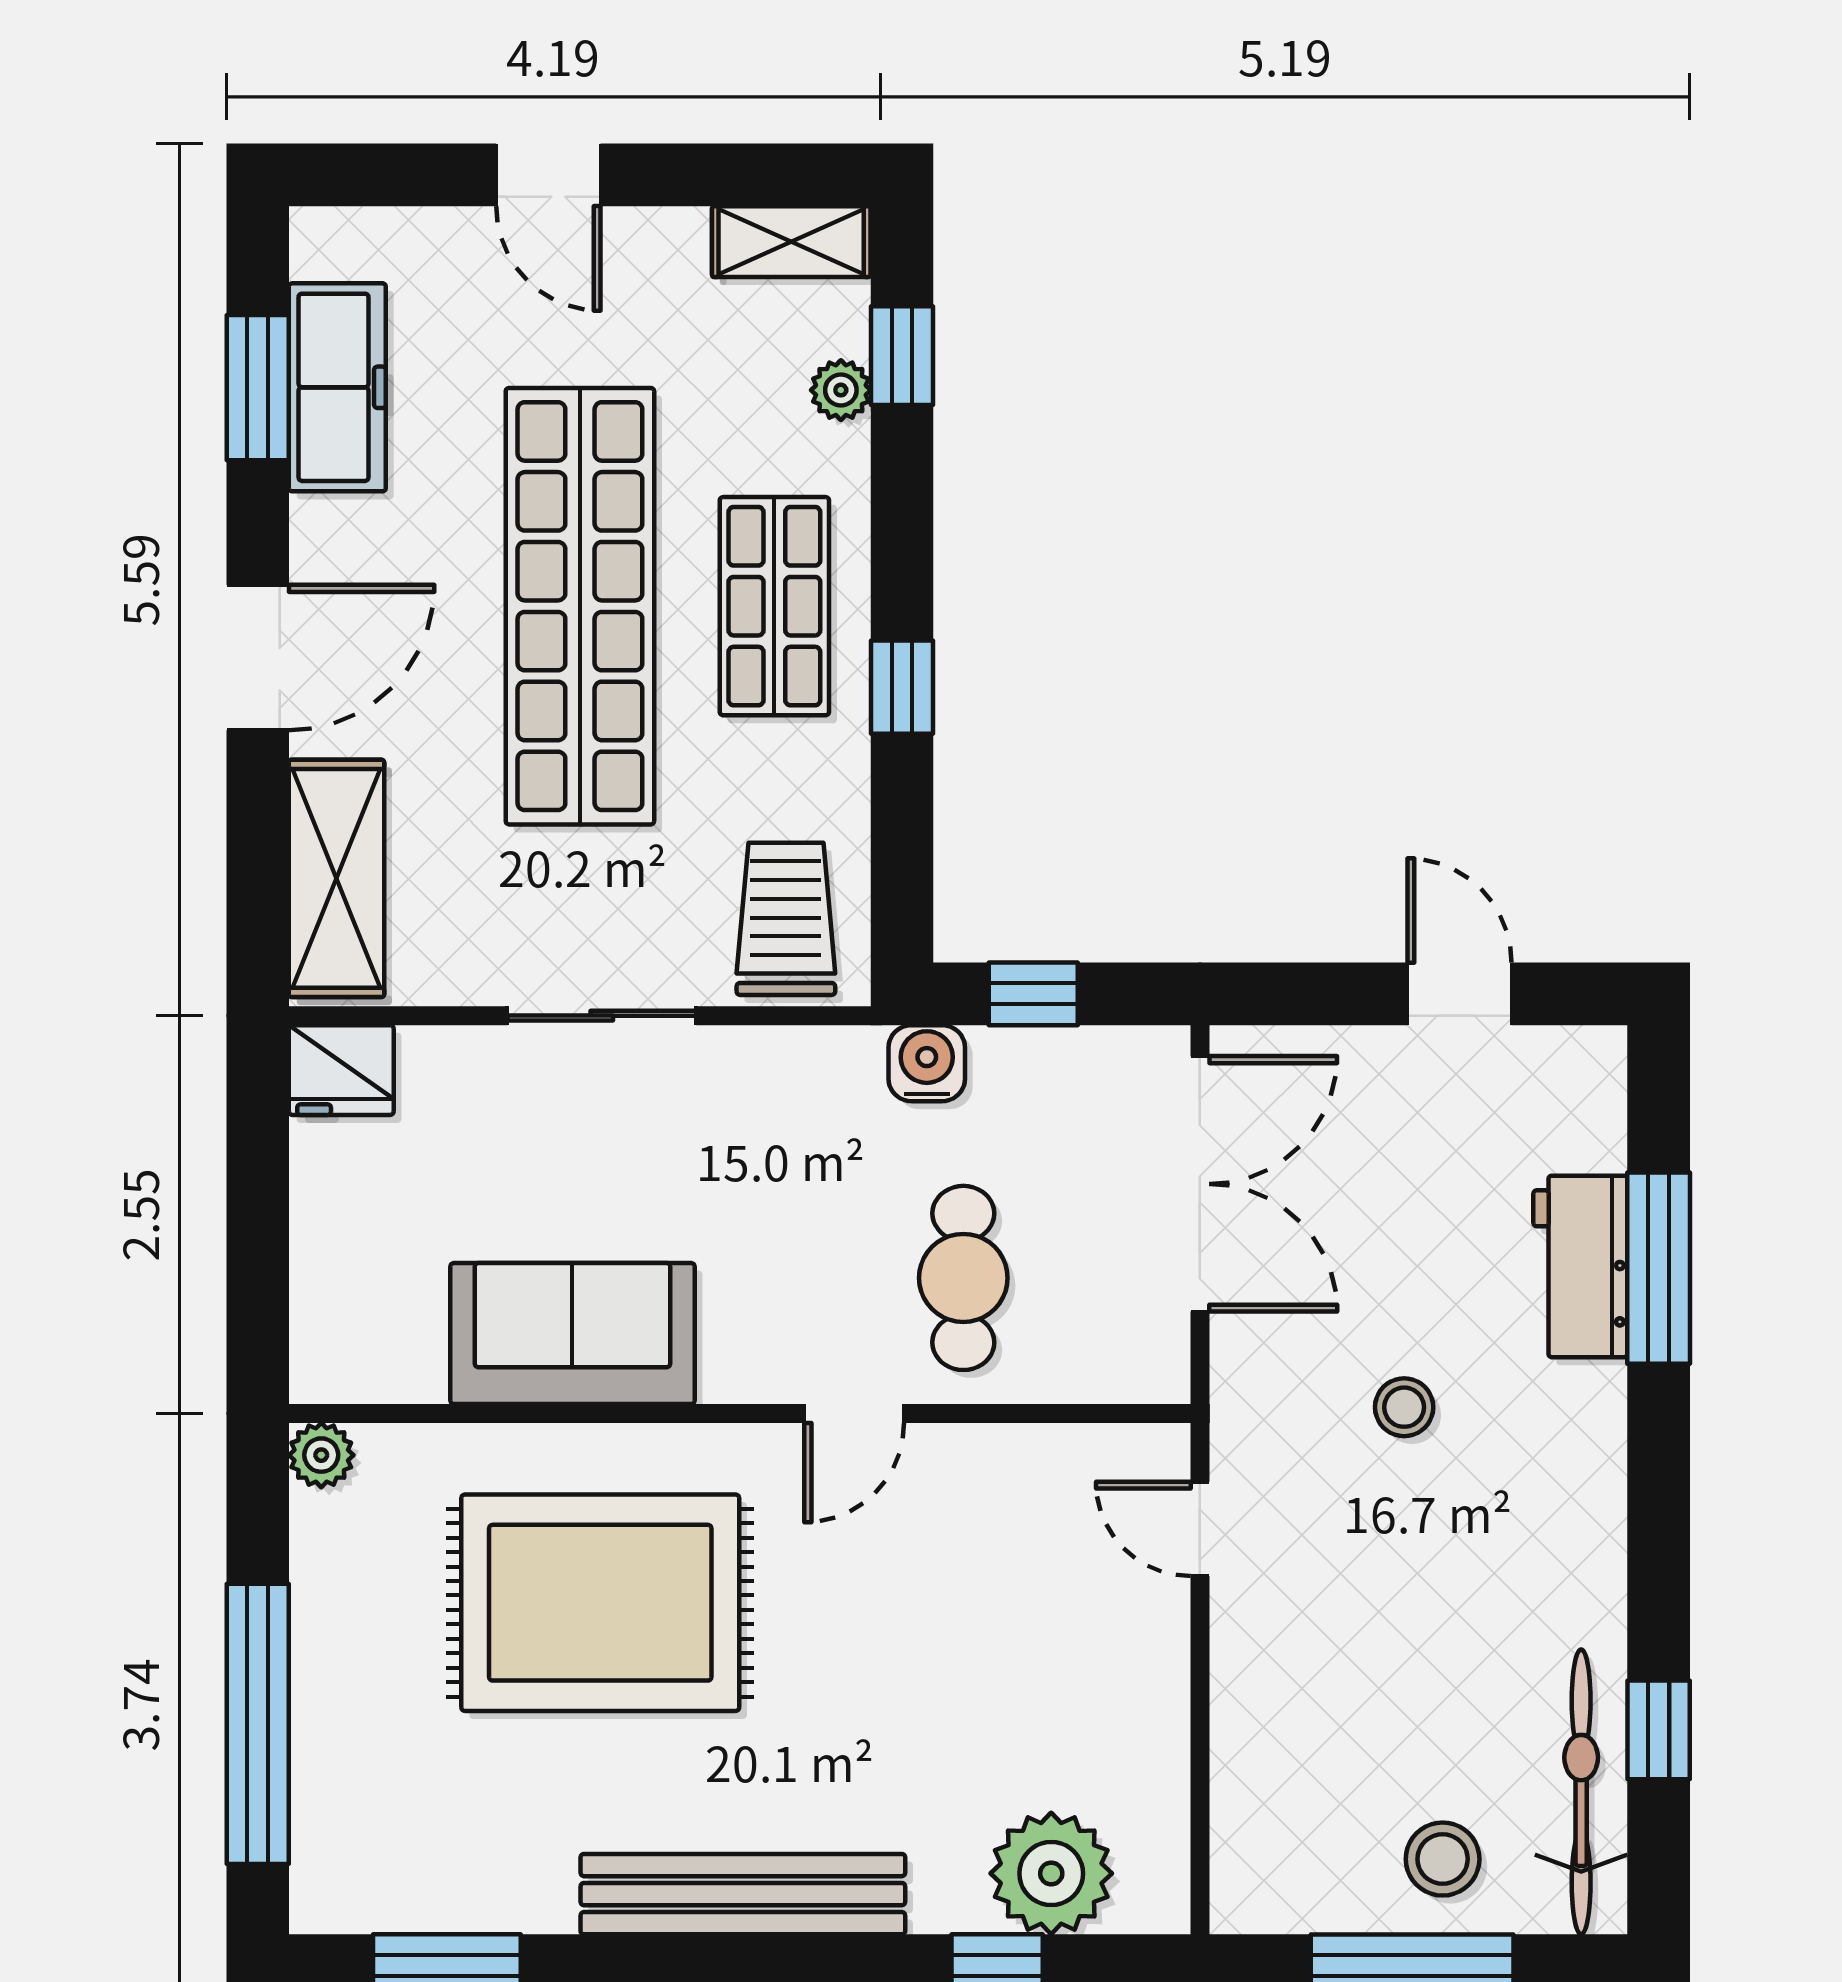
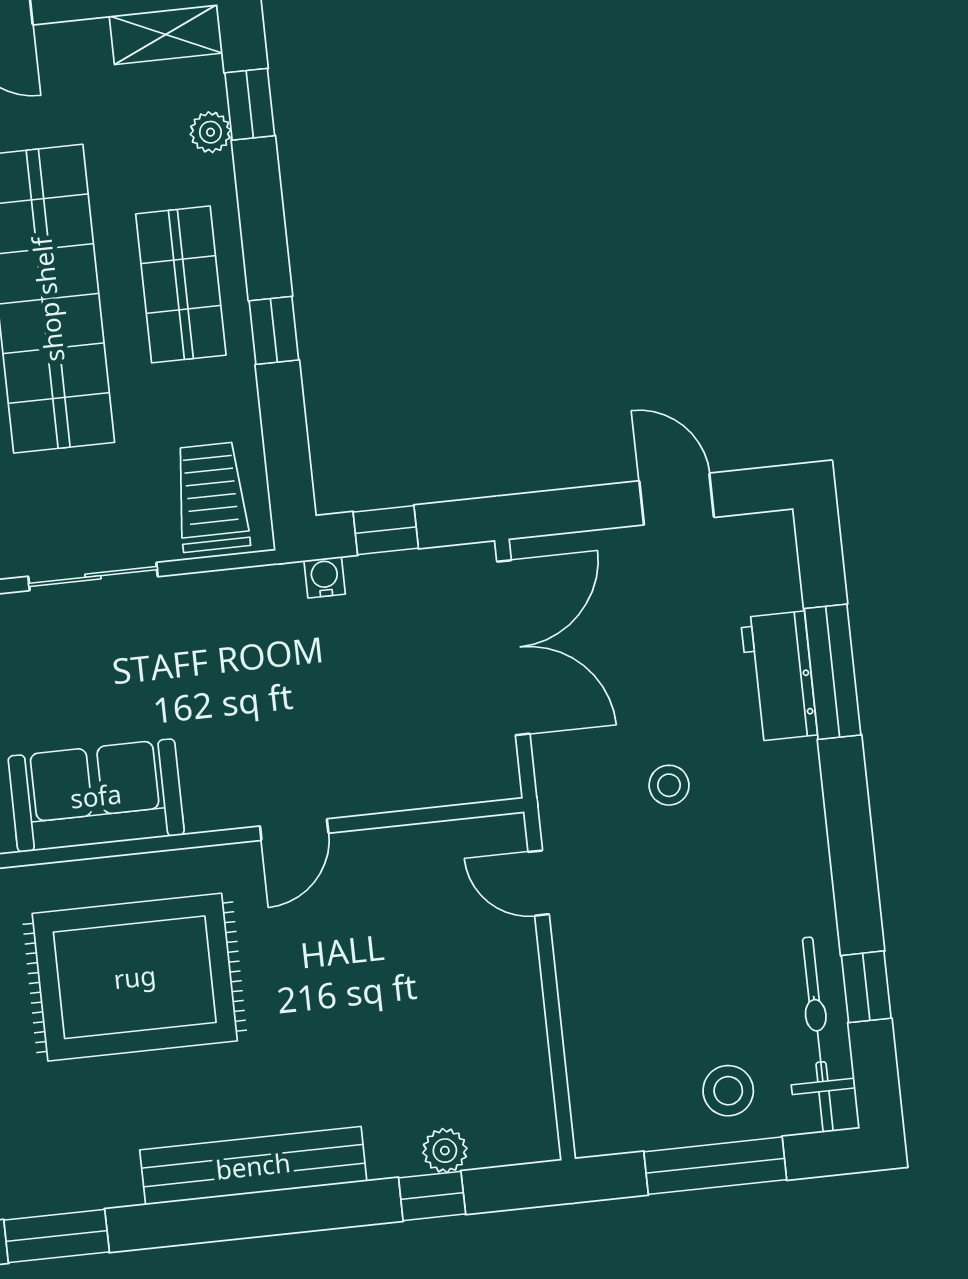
water cooler: (927, 1063) -> (325, 577), width x0.72, depth x0.72
cafe table: (963, 1278) -> (359, 729), removed
plant: (1051, 1873) -> (445, 1151), width x0.53, depth x0.53

